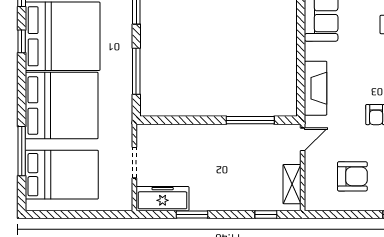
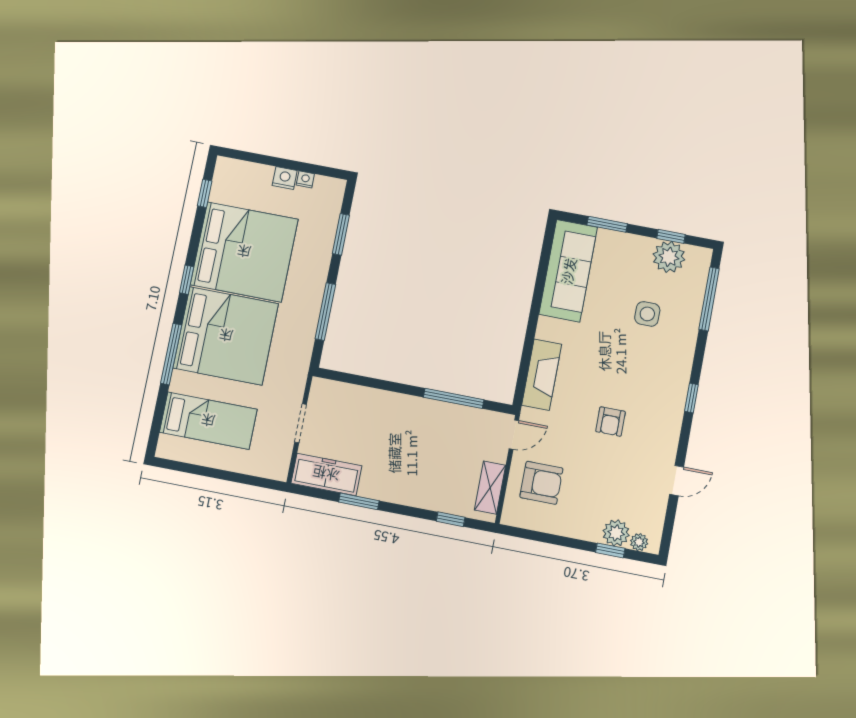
window: (22, 41) -> (187, 280), moved
window: (22, 151) -> (171, 354), moved
bed: (62, 175) -> (208, 421), width x0.67
armchair: (352, 176) -> (541, 483), moved

